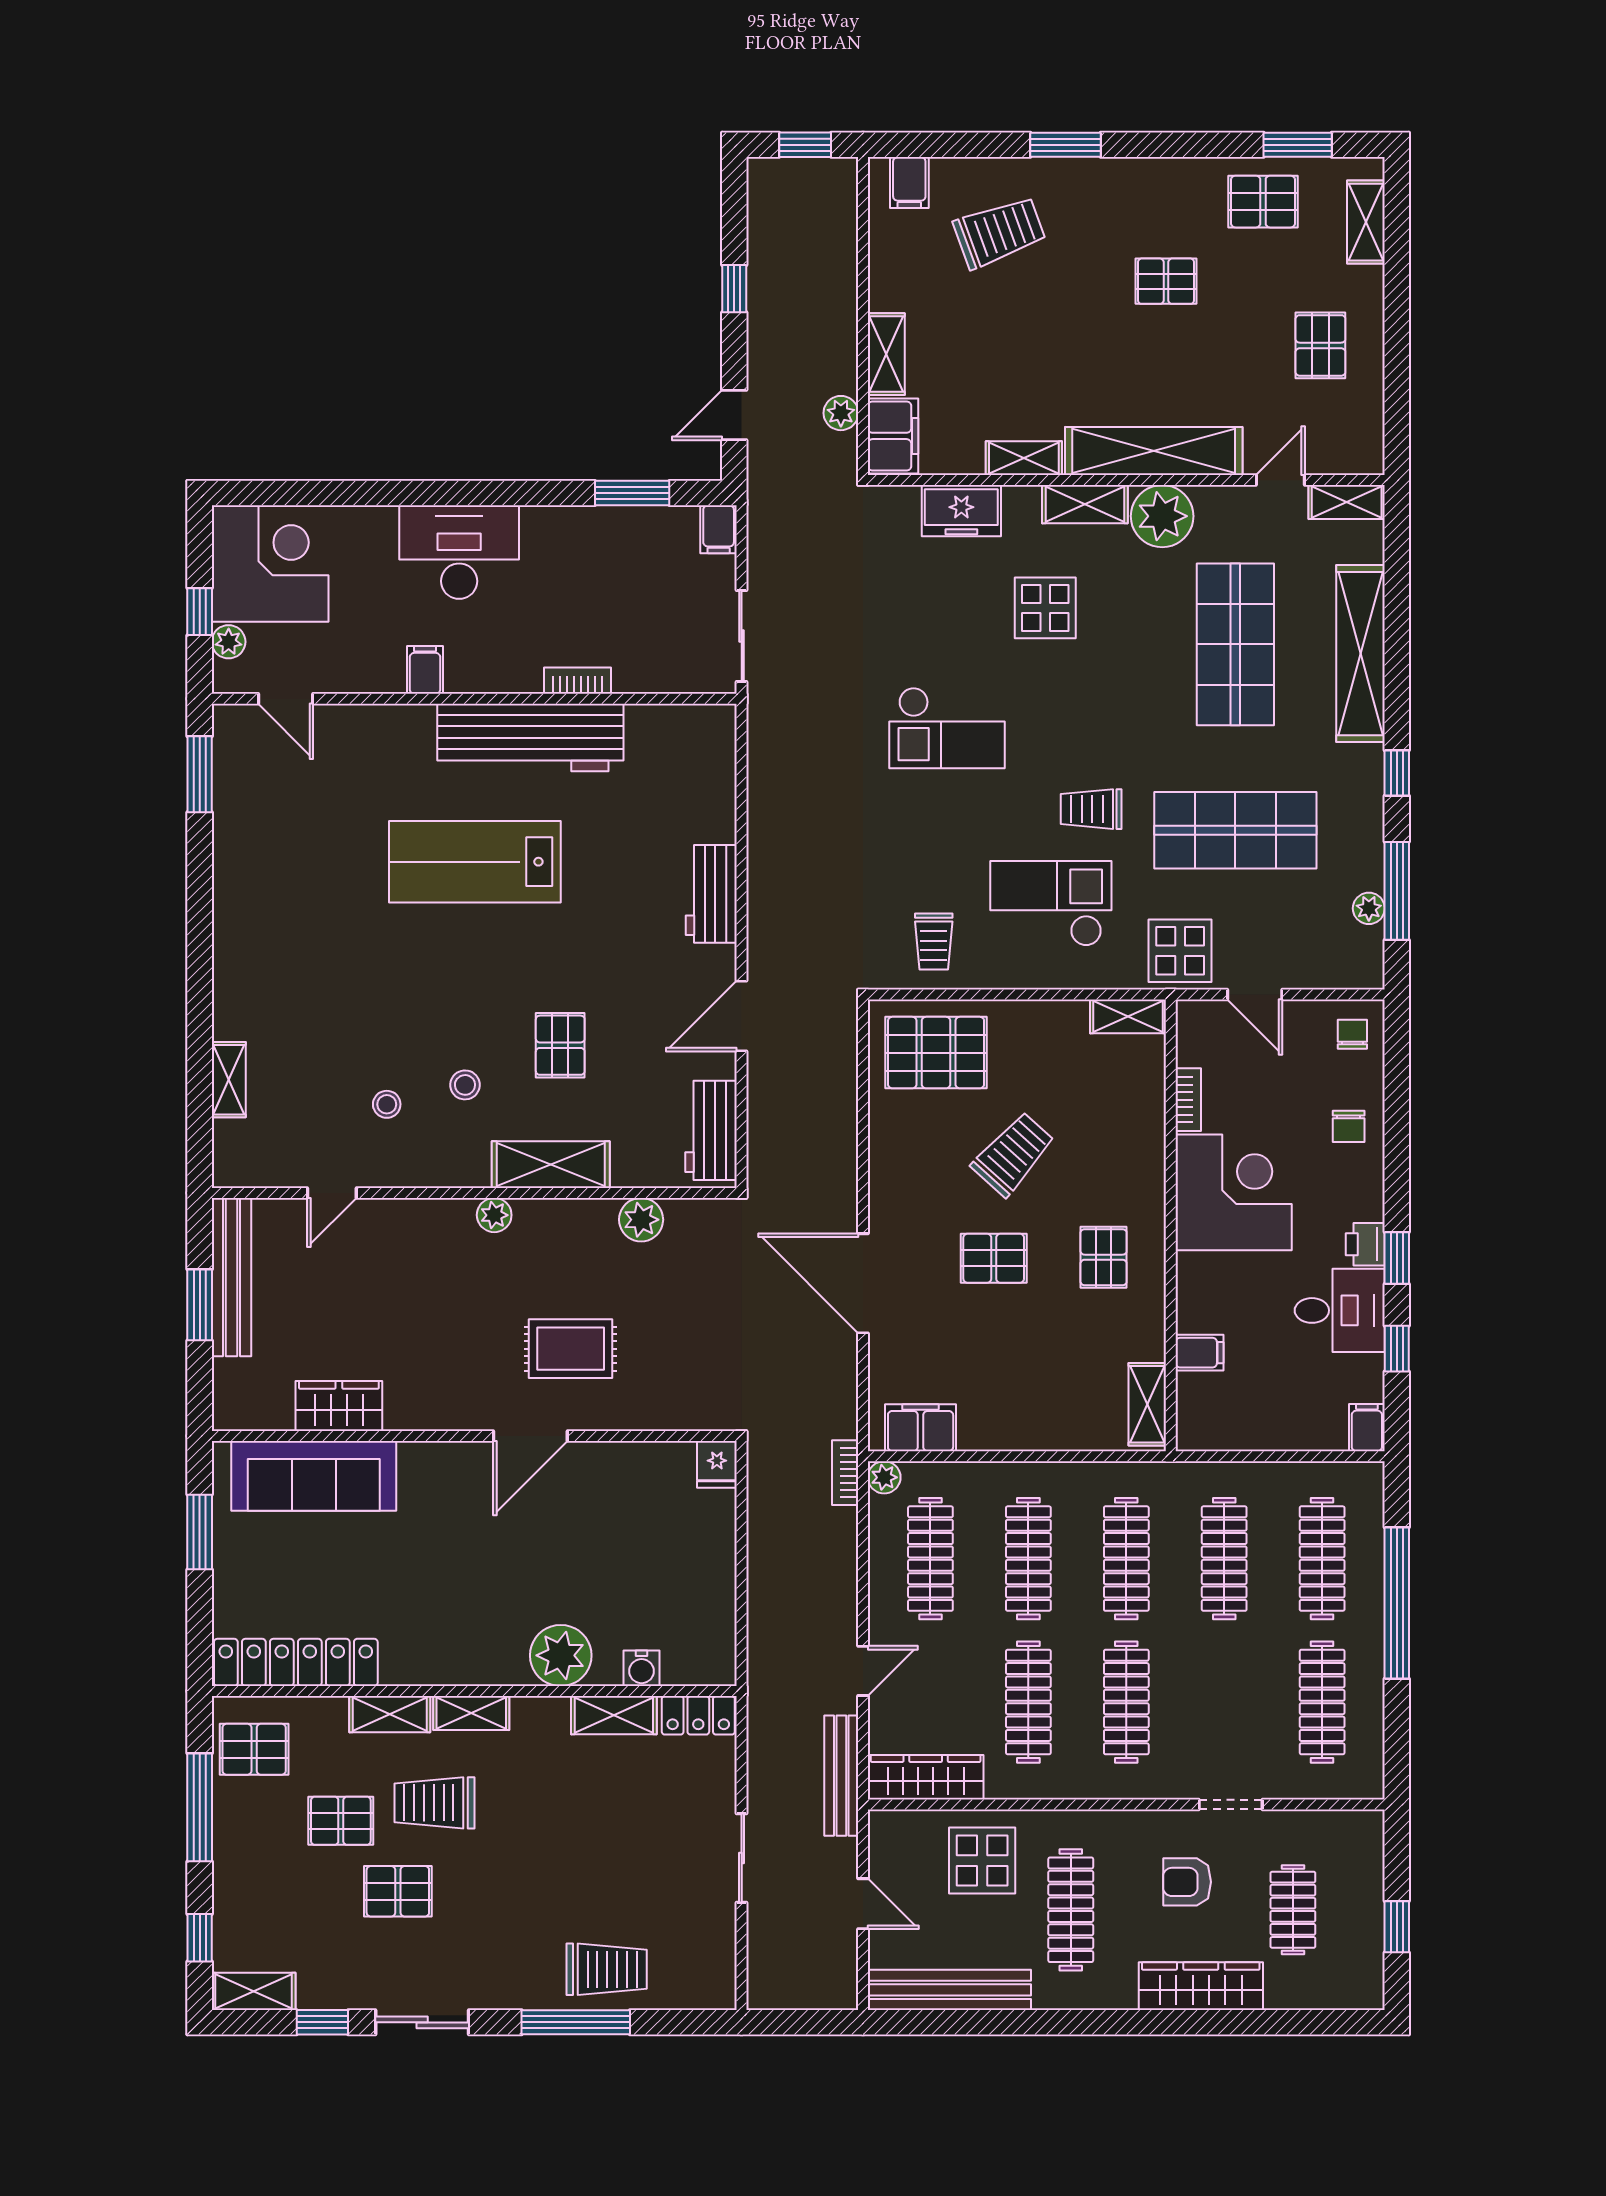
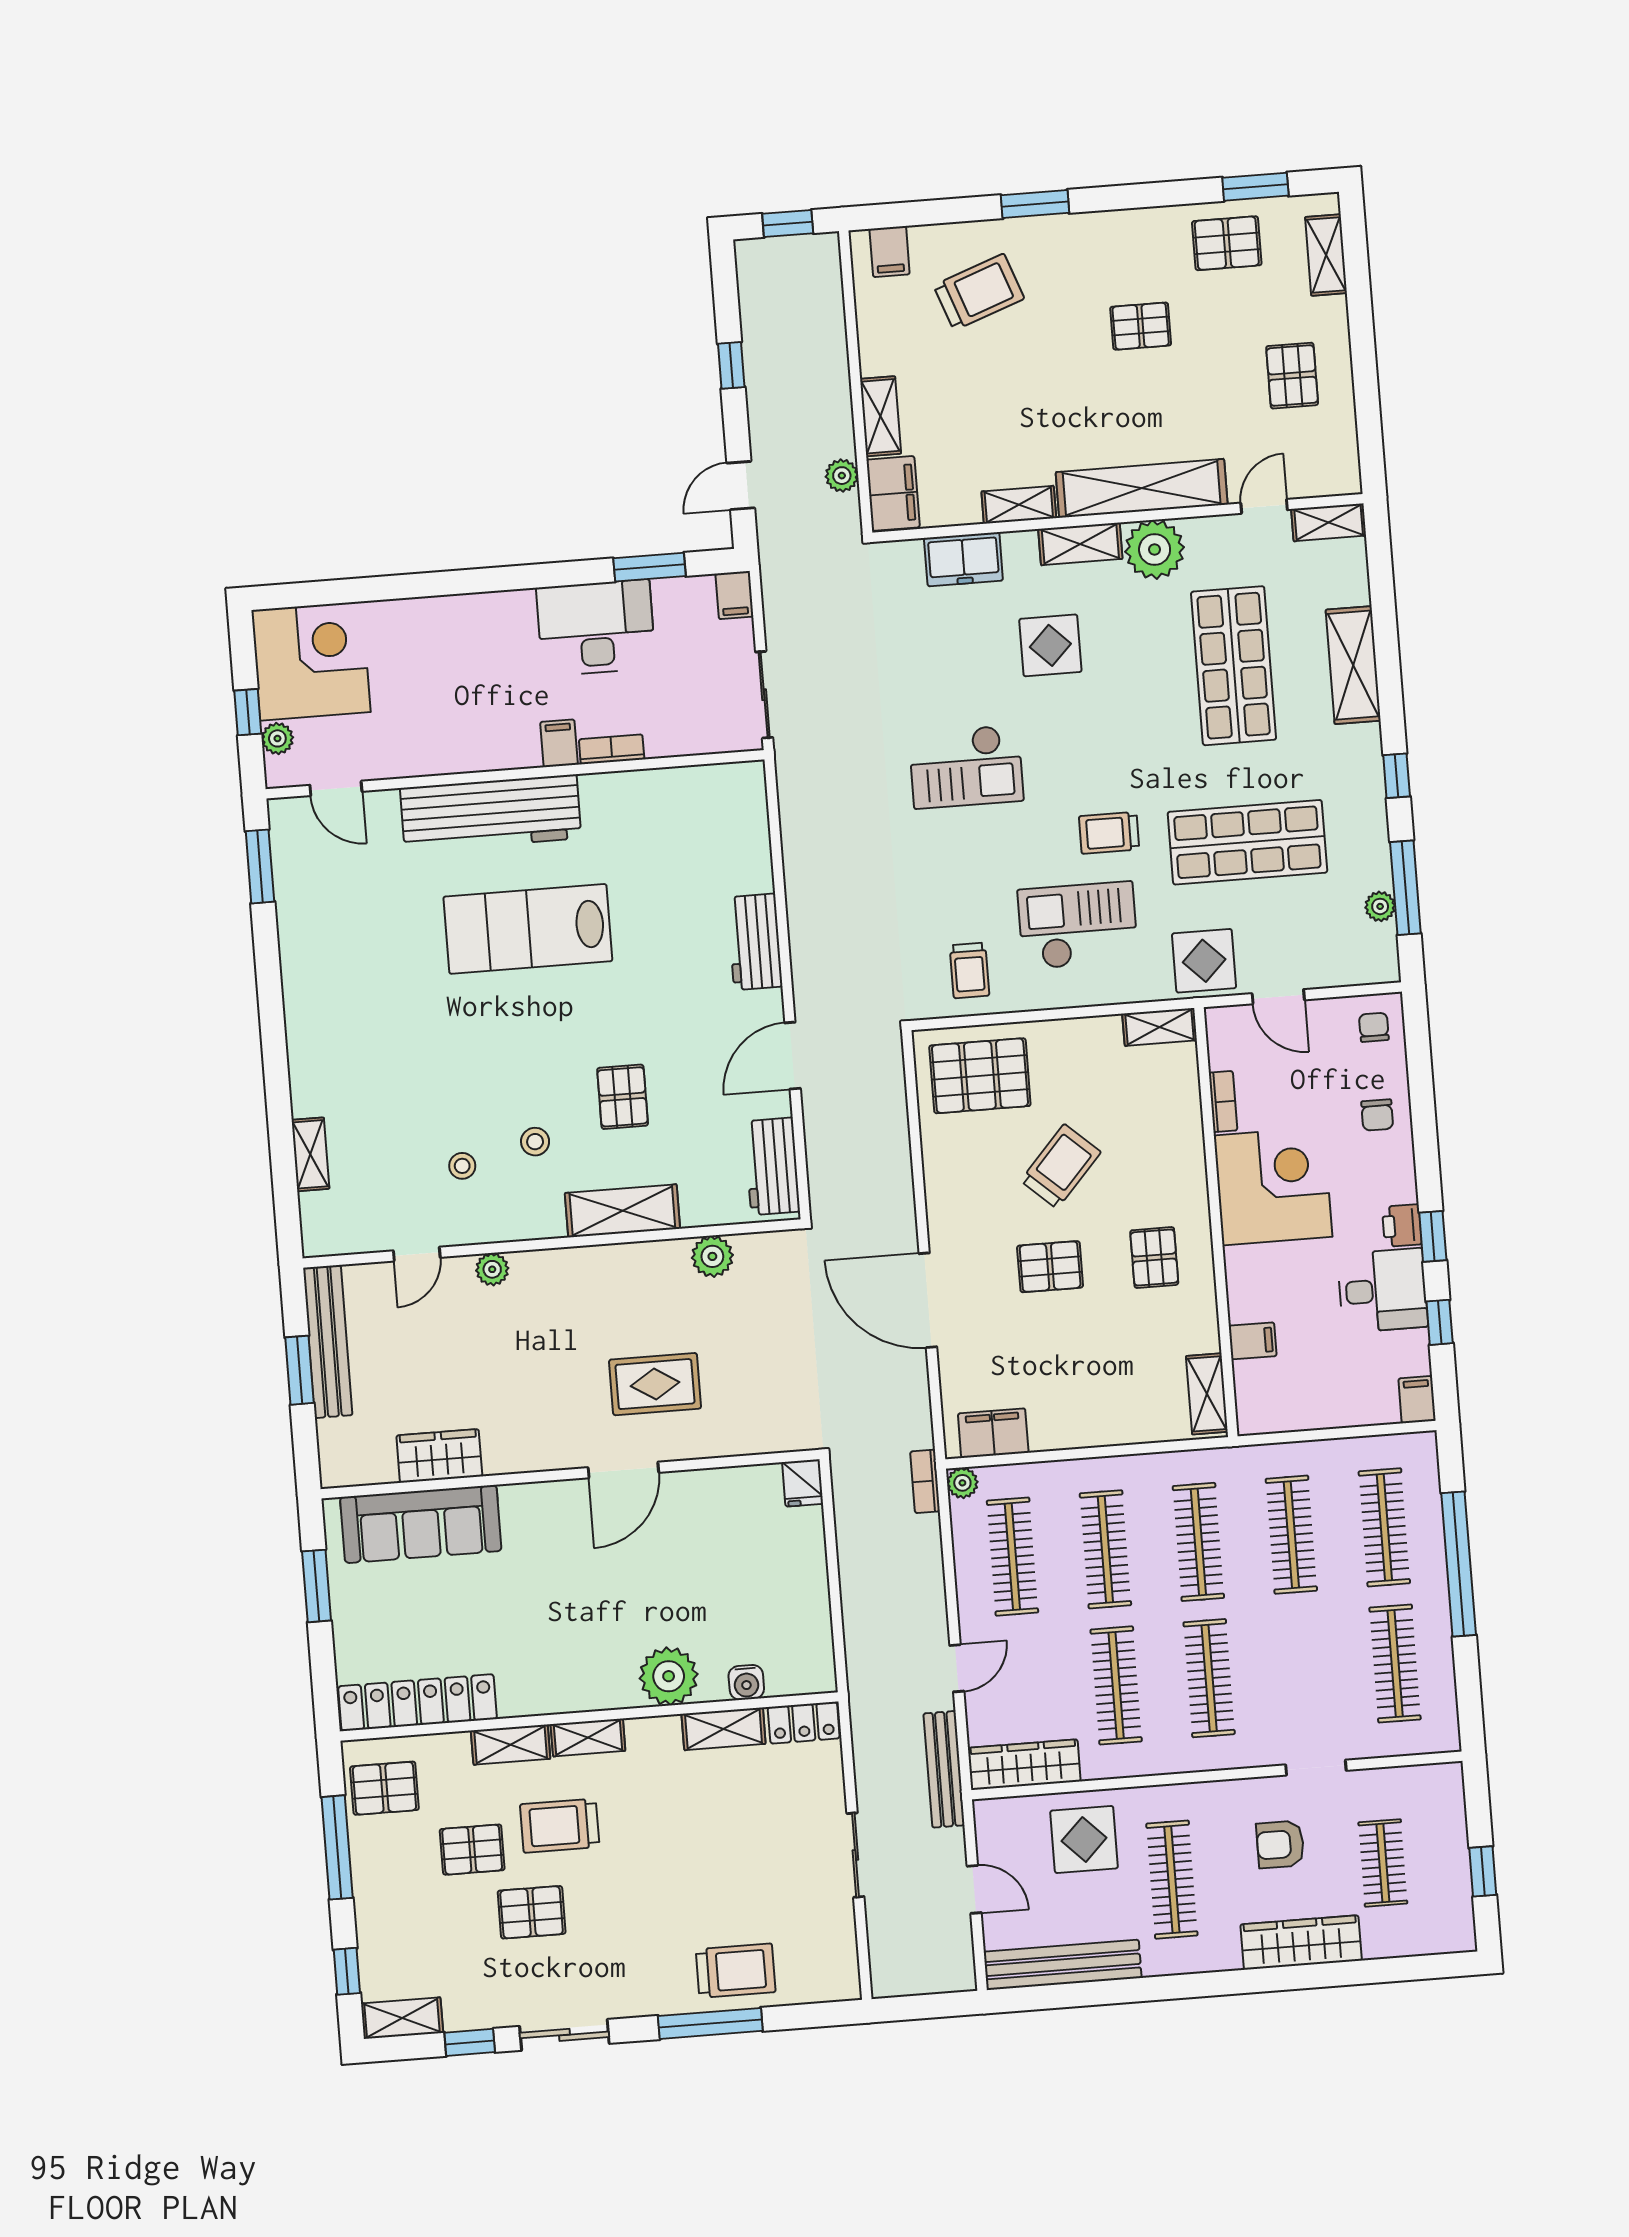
desk: (459, 552) -> (596, 628), moved
shelving: (1361, 654) -> (1353, 665), width x0.68
filing cabinet: (425, 670) -> (559, 743), moved
workbench: (530, 738) -> (491, 813), moved
plant: (494, 1215) -> (492, 1269), moved

